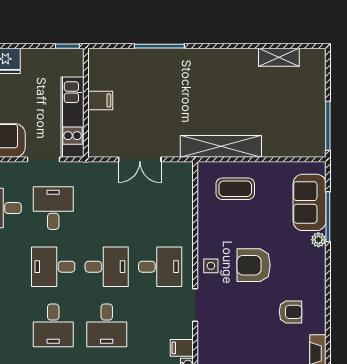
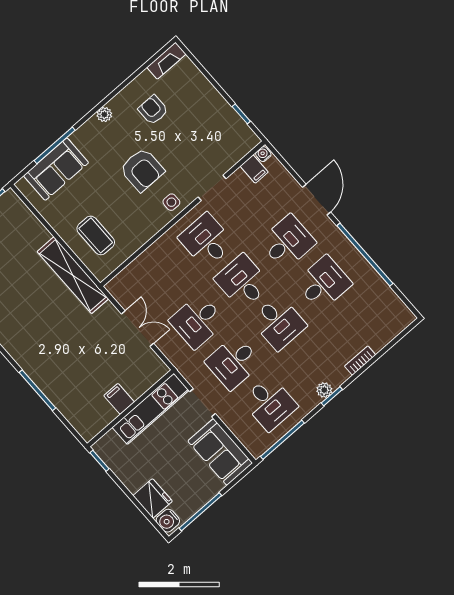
desk: (107, 208) -> (197, 321), added
plant: (318, 240) -> (104, 115), moved

